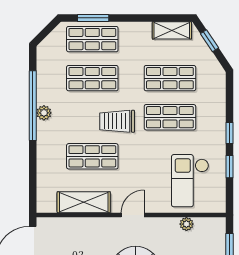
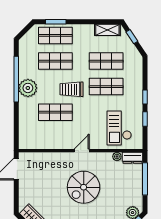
plant: (44, 113) -> (28, 88), width x1.88, depth x1.88
shelving: (84, 202) -> (50, 142), removed
dresser: (210, 226) -> (132, 158), added

